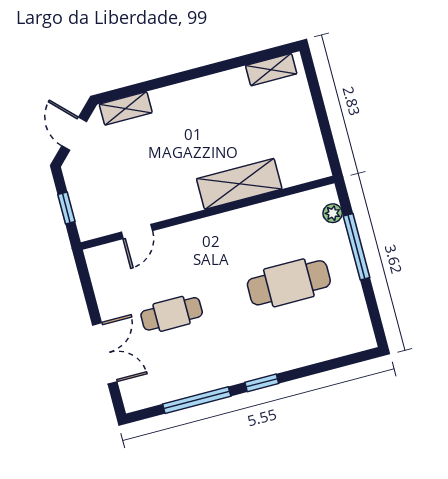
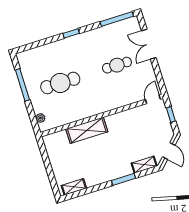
window: (169, 80) -> (124, 179), added
door: (137, 231) -> (153, 99), moved
window: (357, 247) -> (22, 85), moved
window: (197, 400) -> (117, 19), moved

